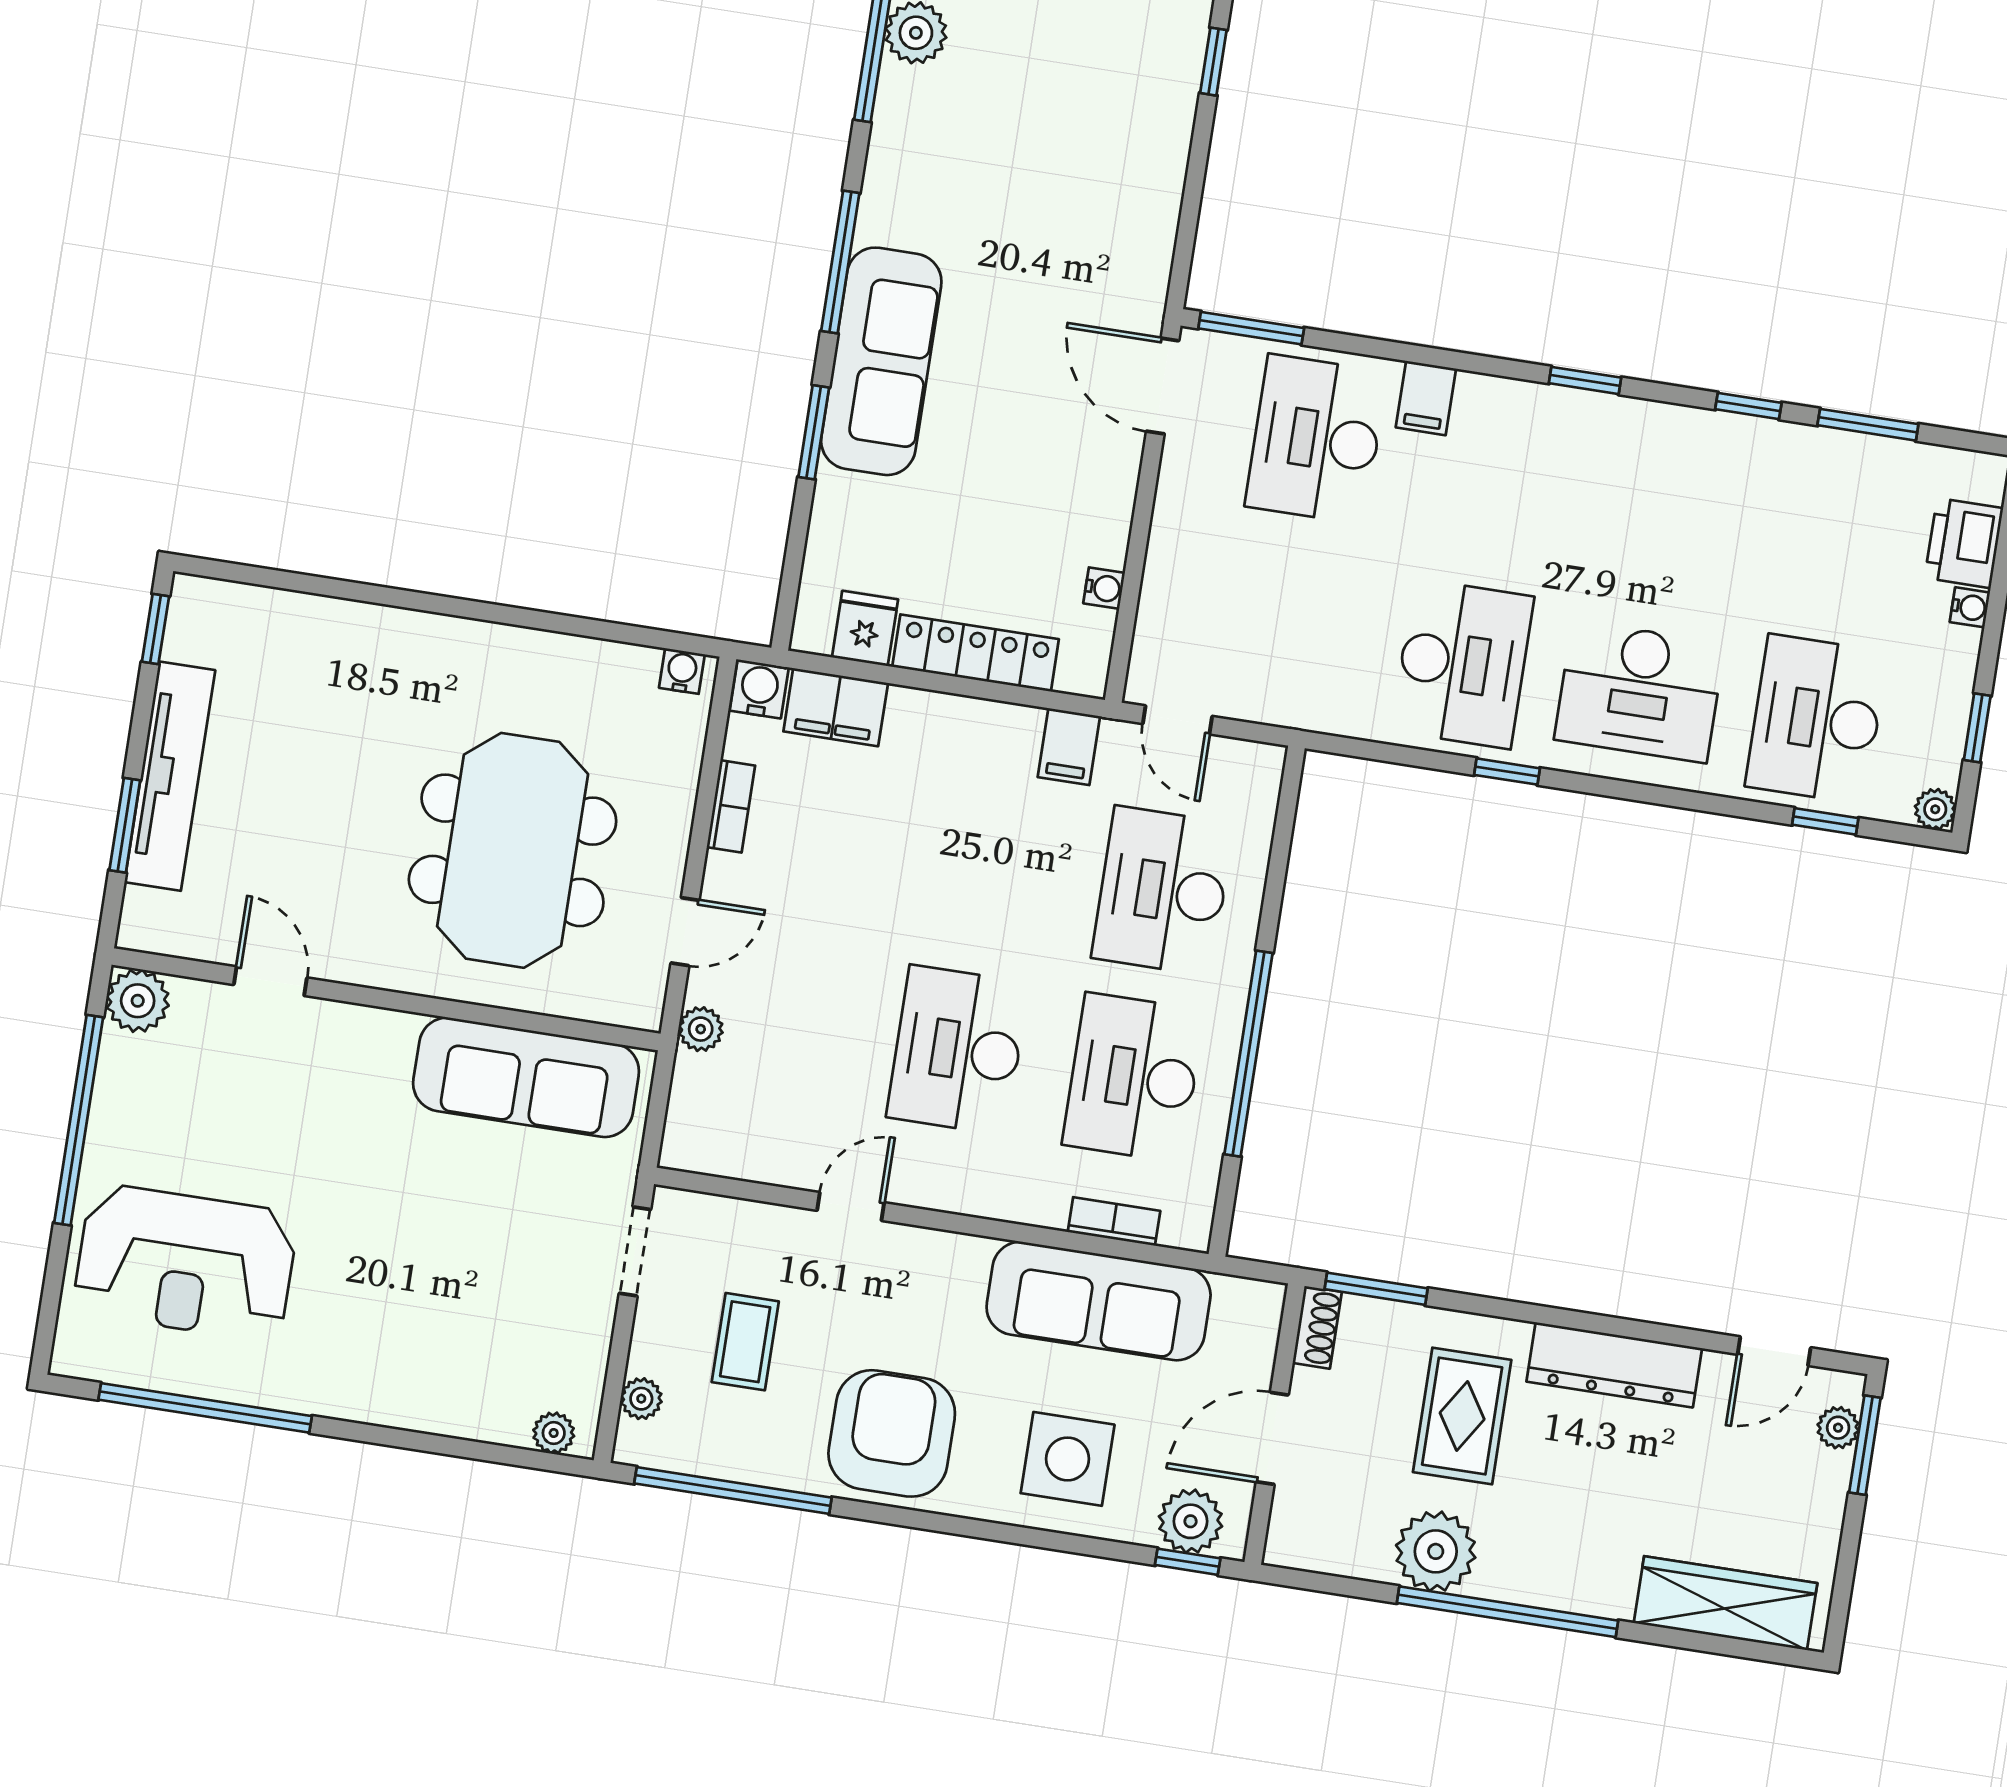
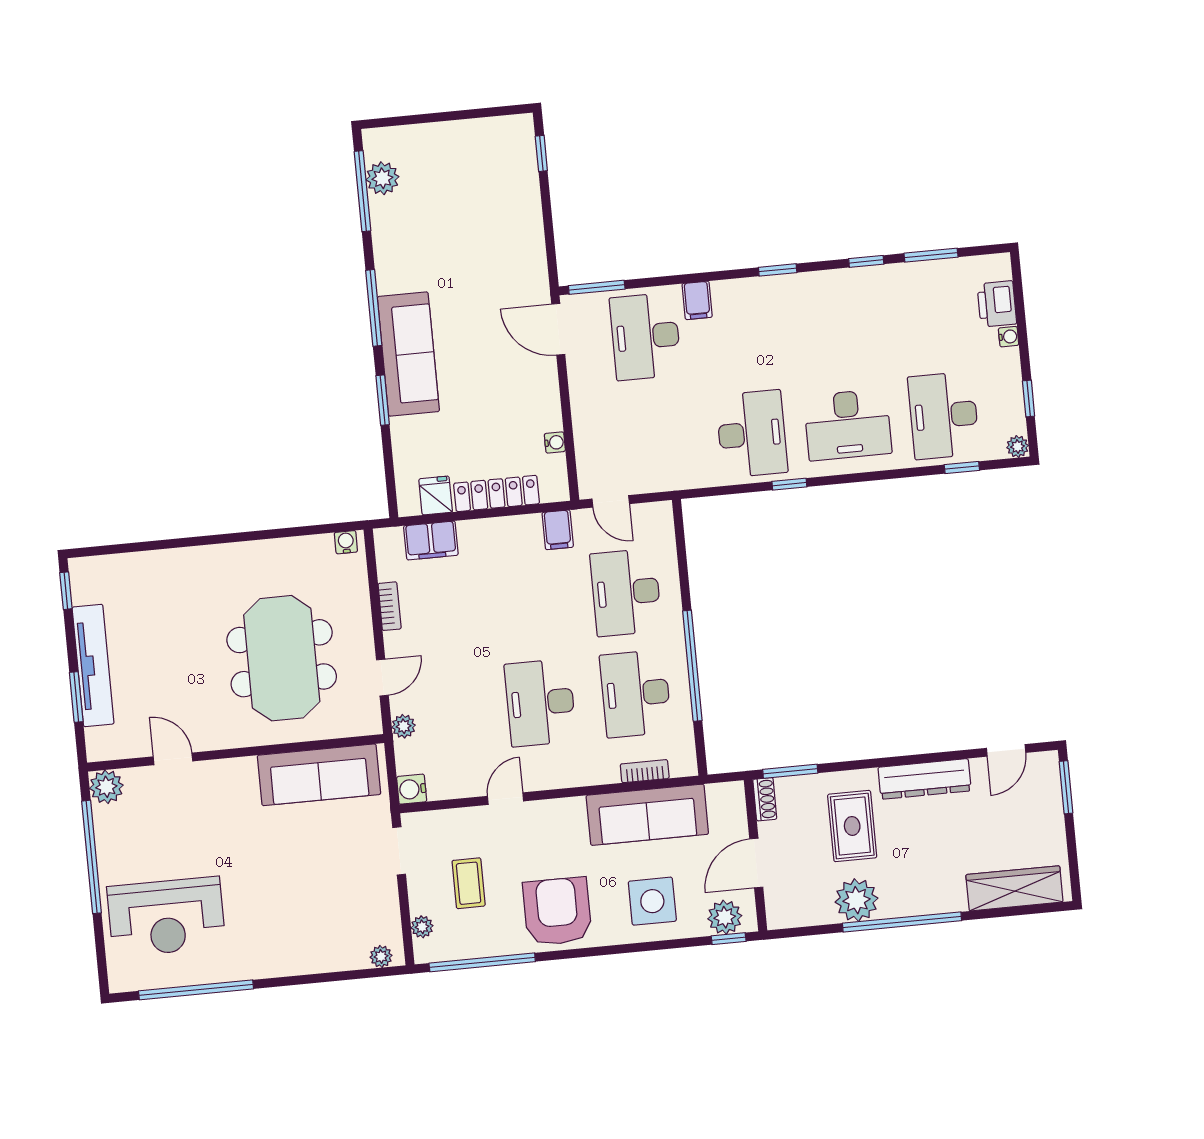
water cooler: (759, 689) -> (412, 789), moved, turned -90
plant: (1838, 1428) -> (1050, 782), removed

